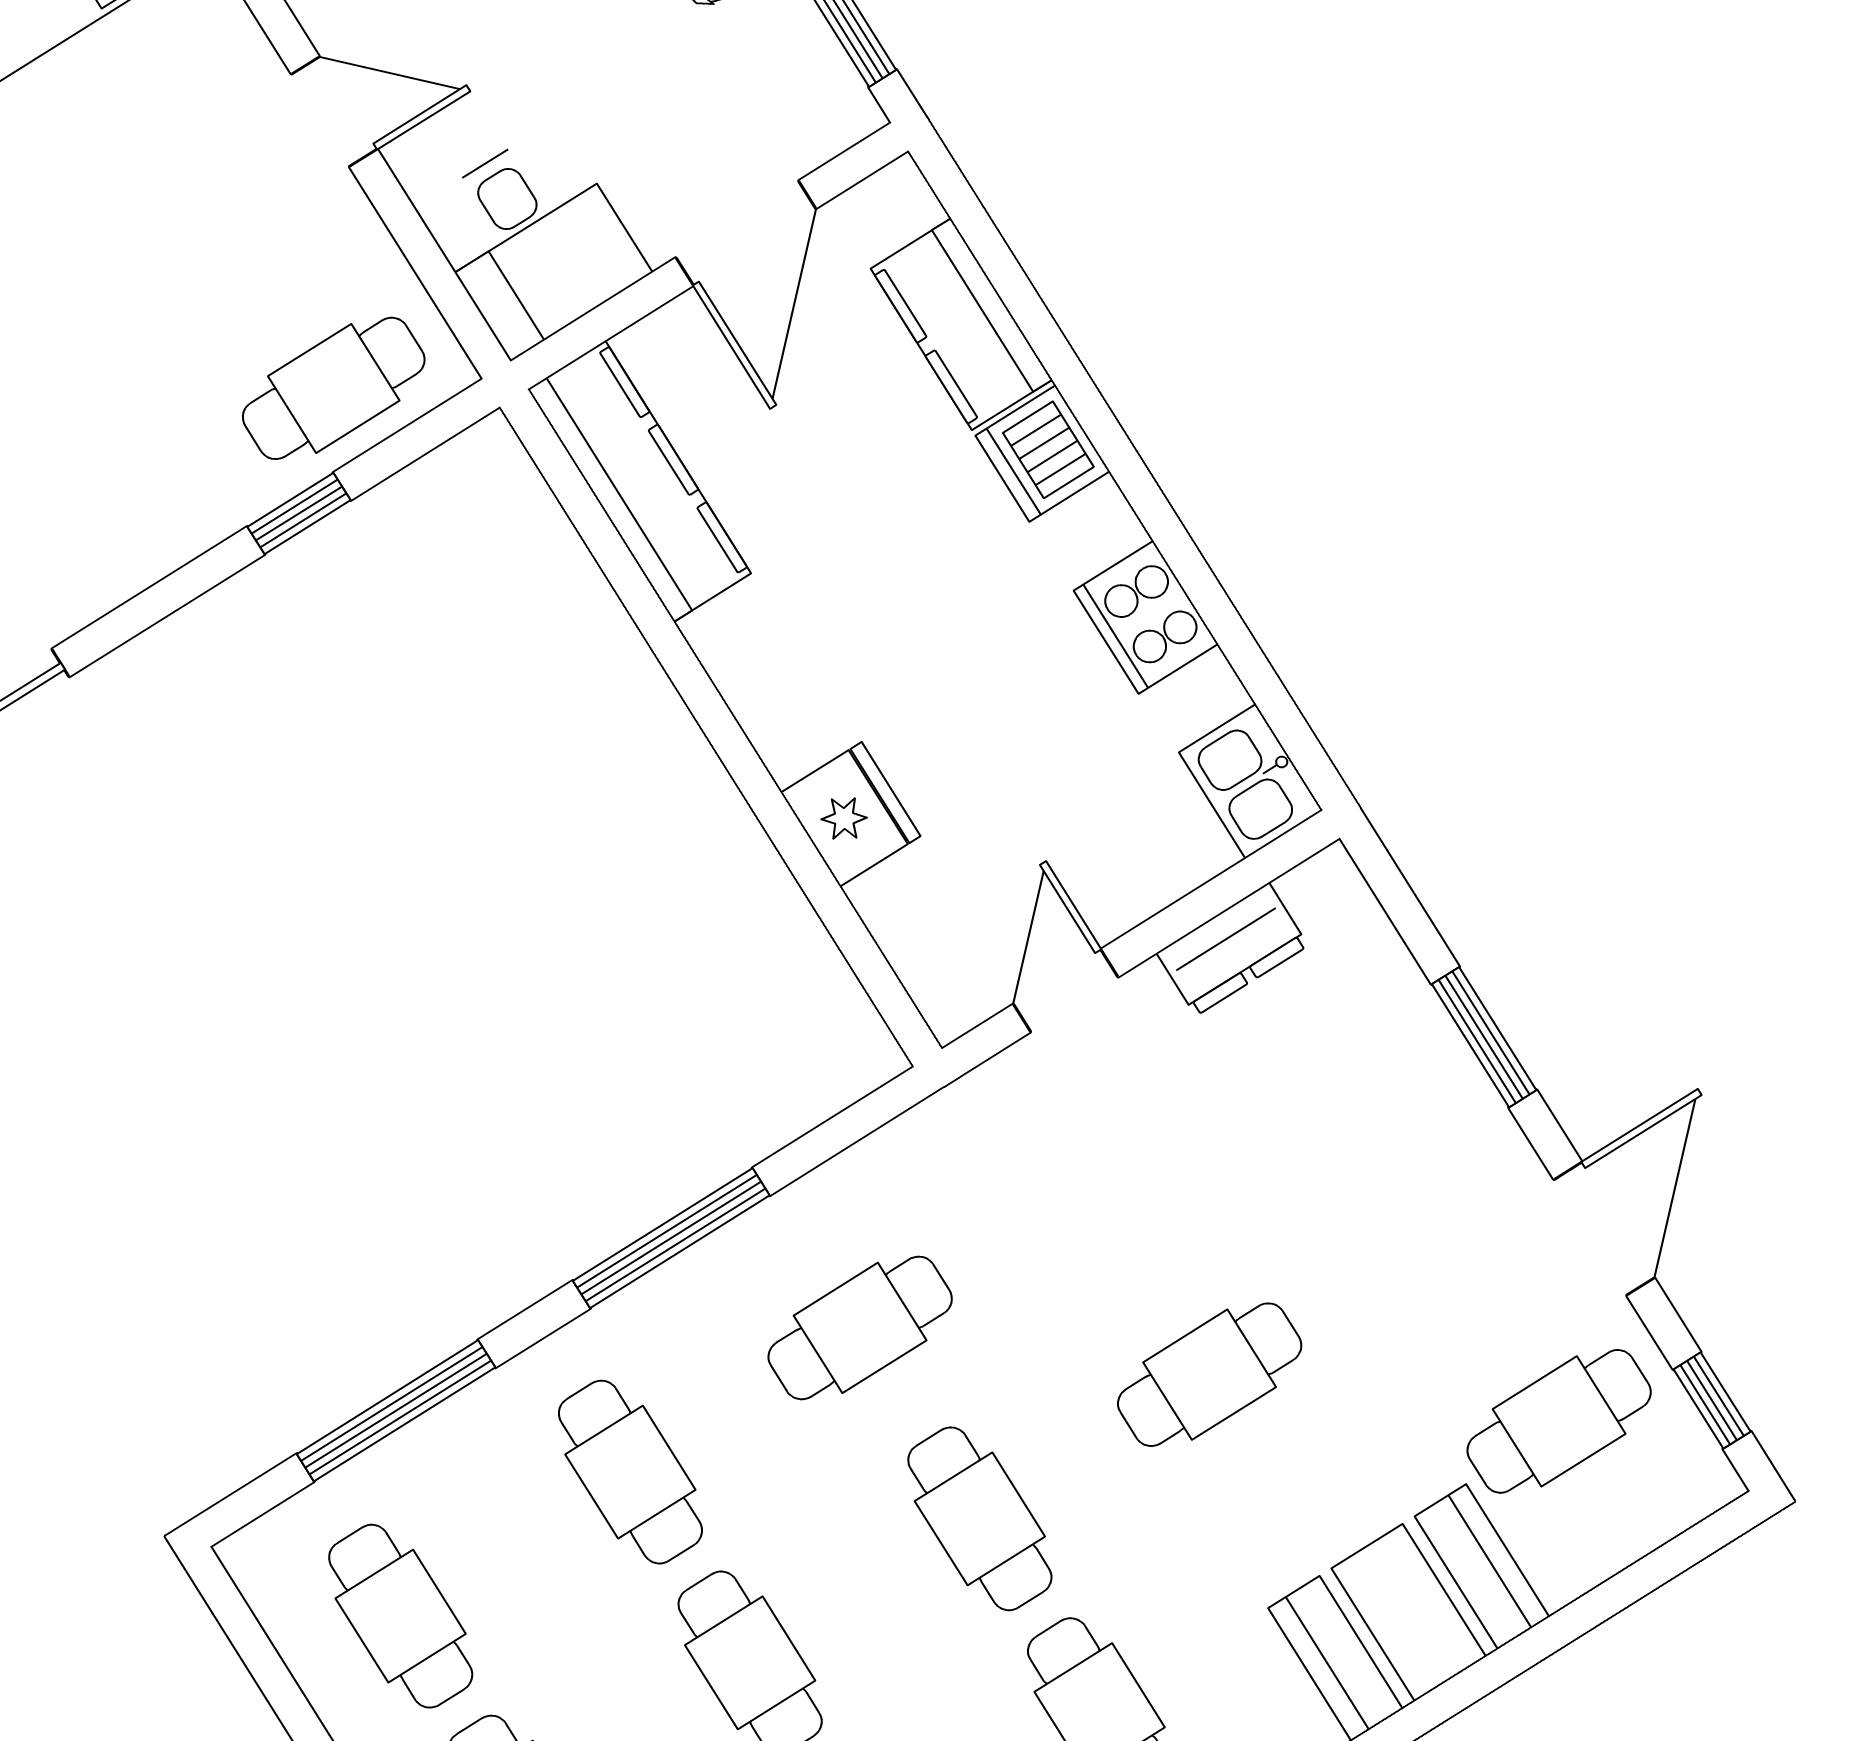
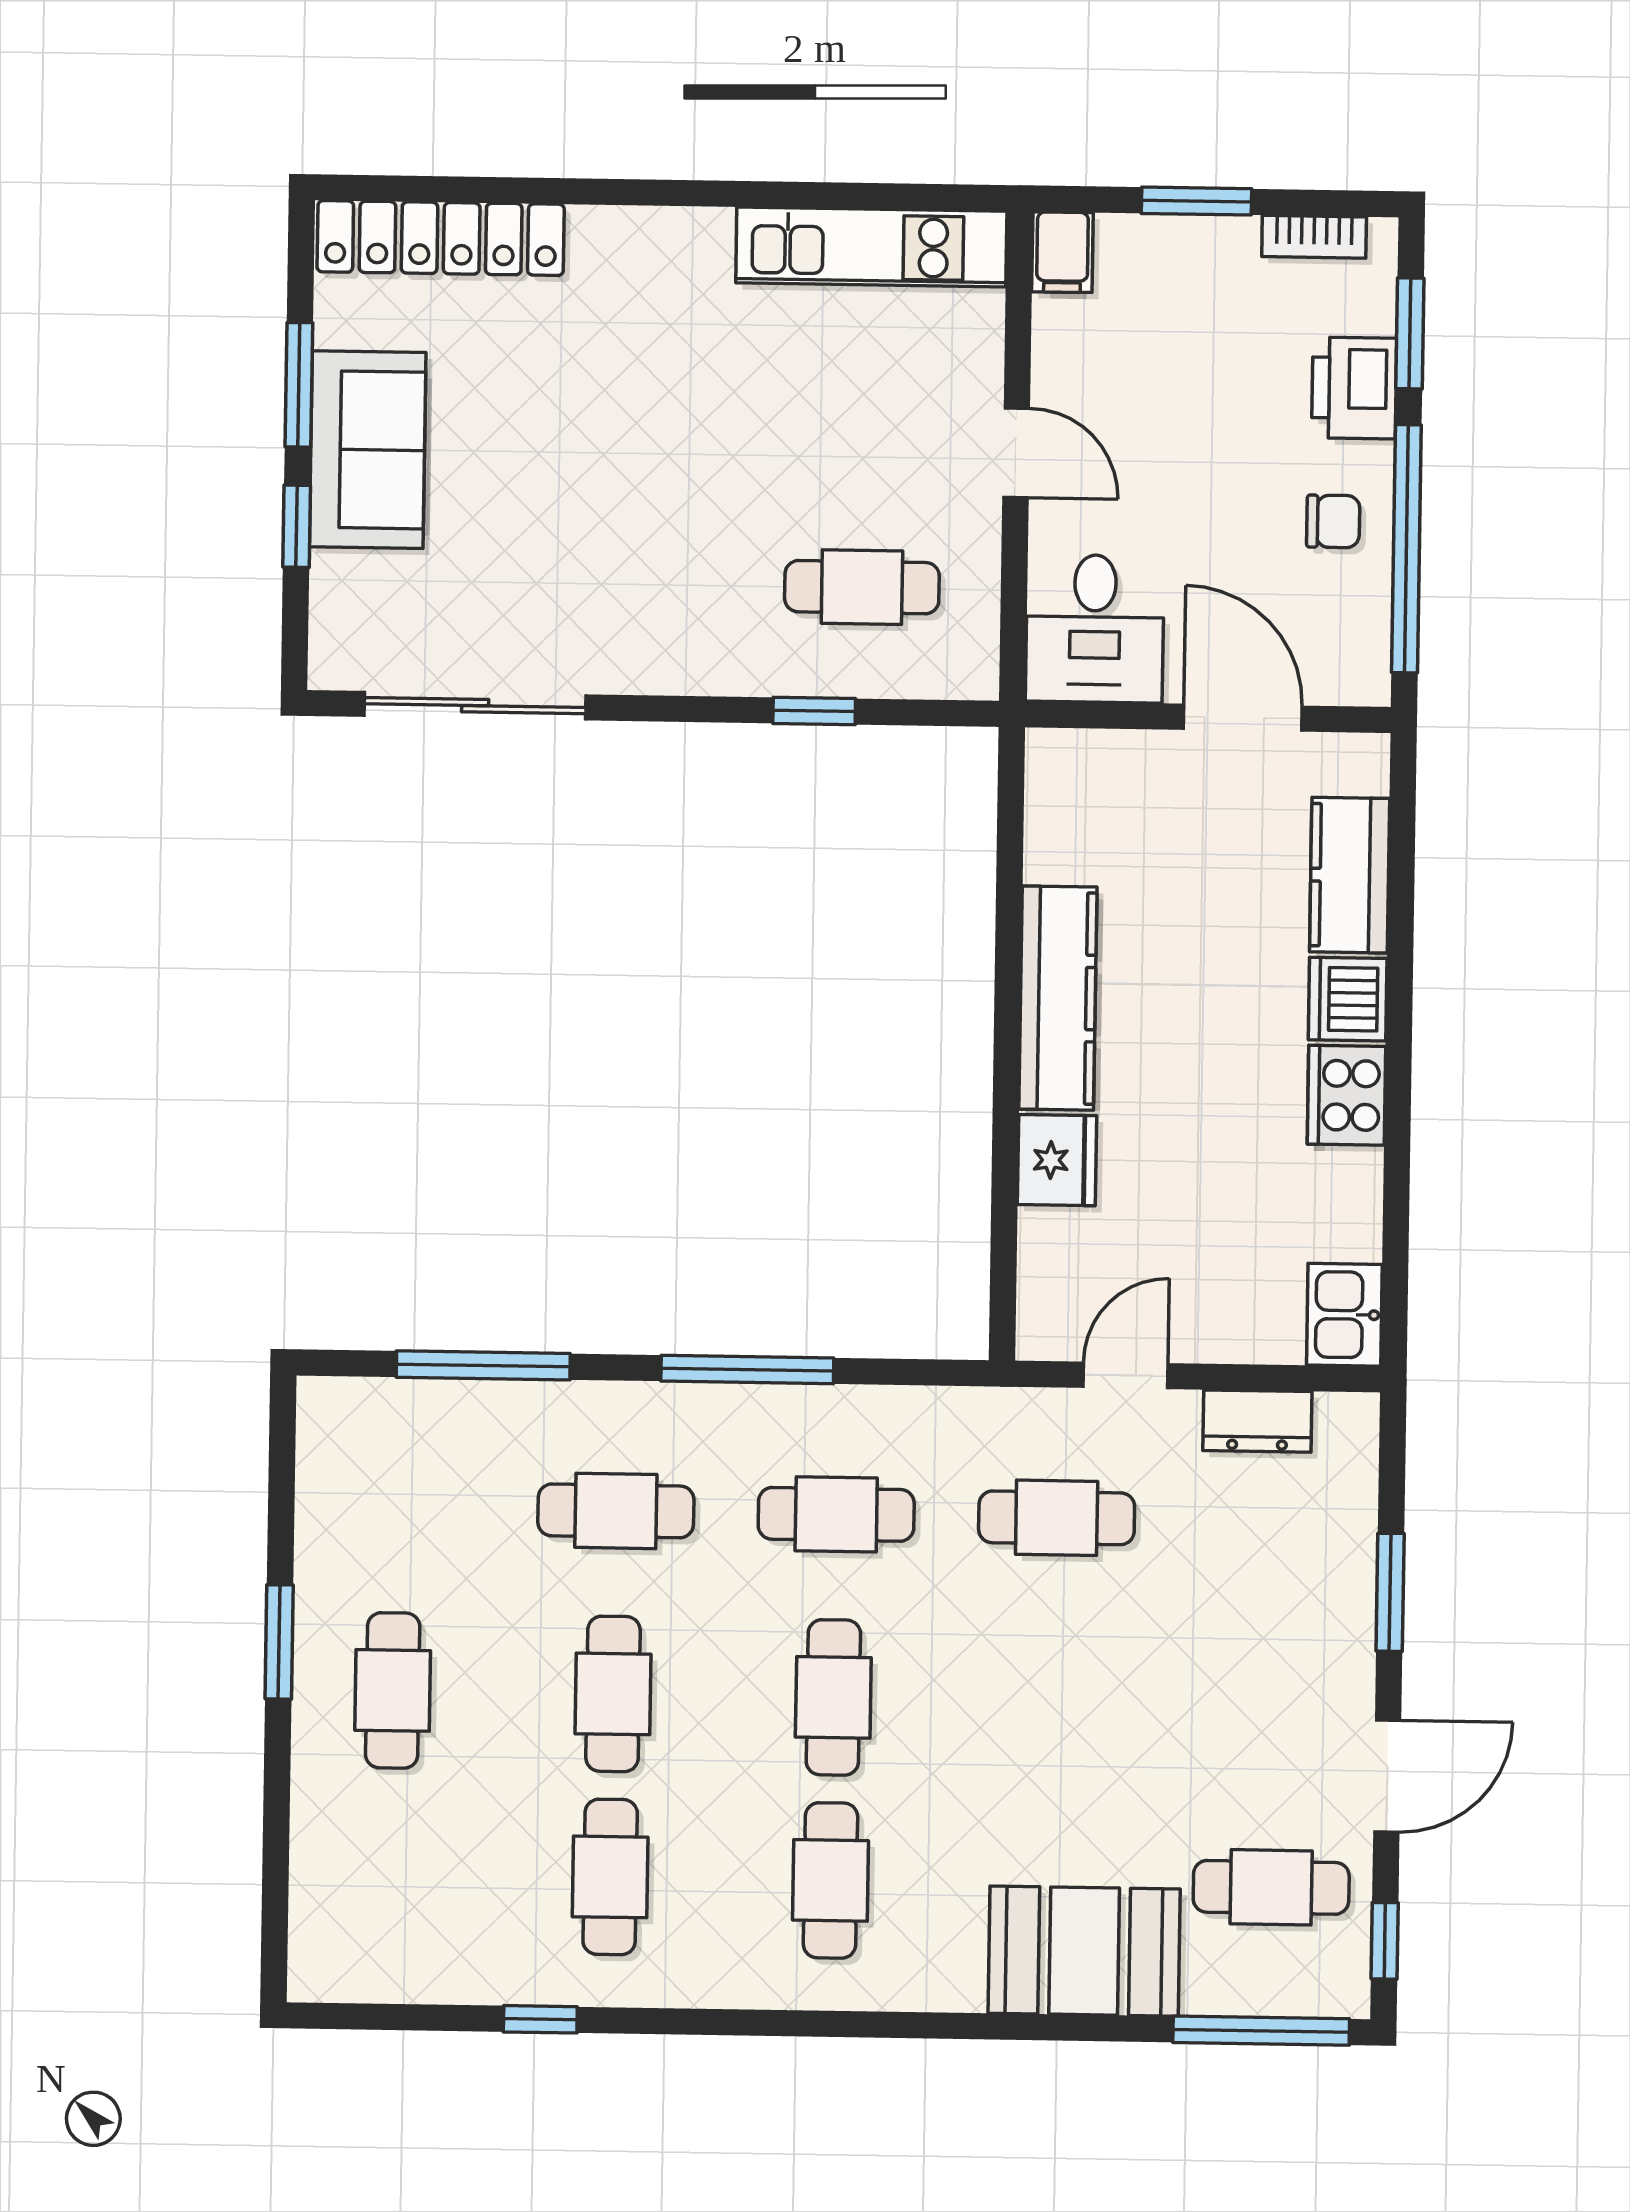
door: (746, 233) -> (1243, 718), swing flipped
cafe table: (334, 388) -> (862, 587), moved
kitchen counter: (639, 481) -> (1058, 998), moved
cooker: (1146, 617) -> (1347, 1095), moved
cafe table: (1210, 1375) -> (1057, 1518), moved
cafe table: (630, 1472) -> (616, 1511), turned 90
window: (1645, 1576) -> (1261, 2031), added
cafe table: (401, 1616) -> (396, 1507), removed

